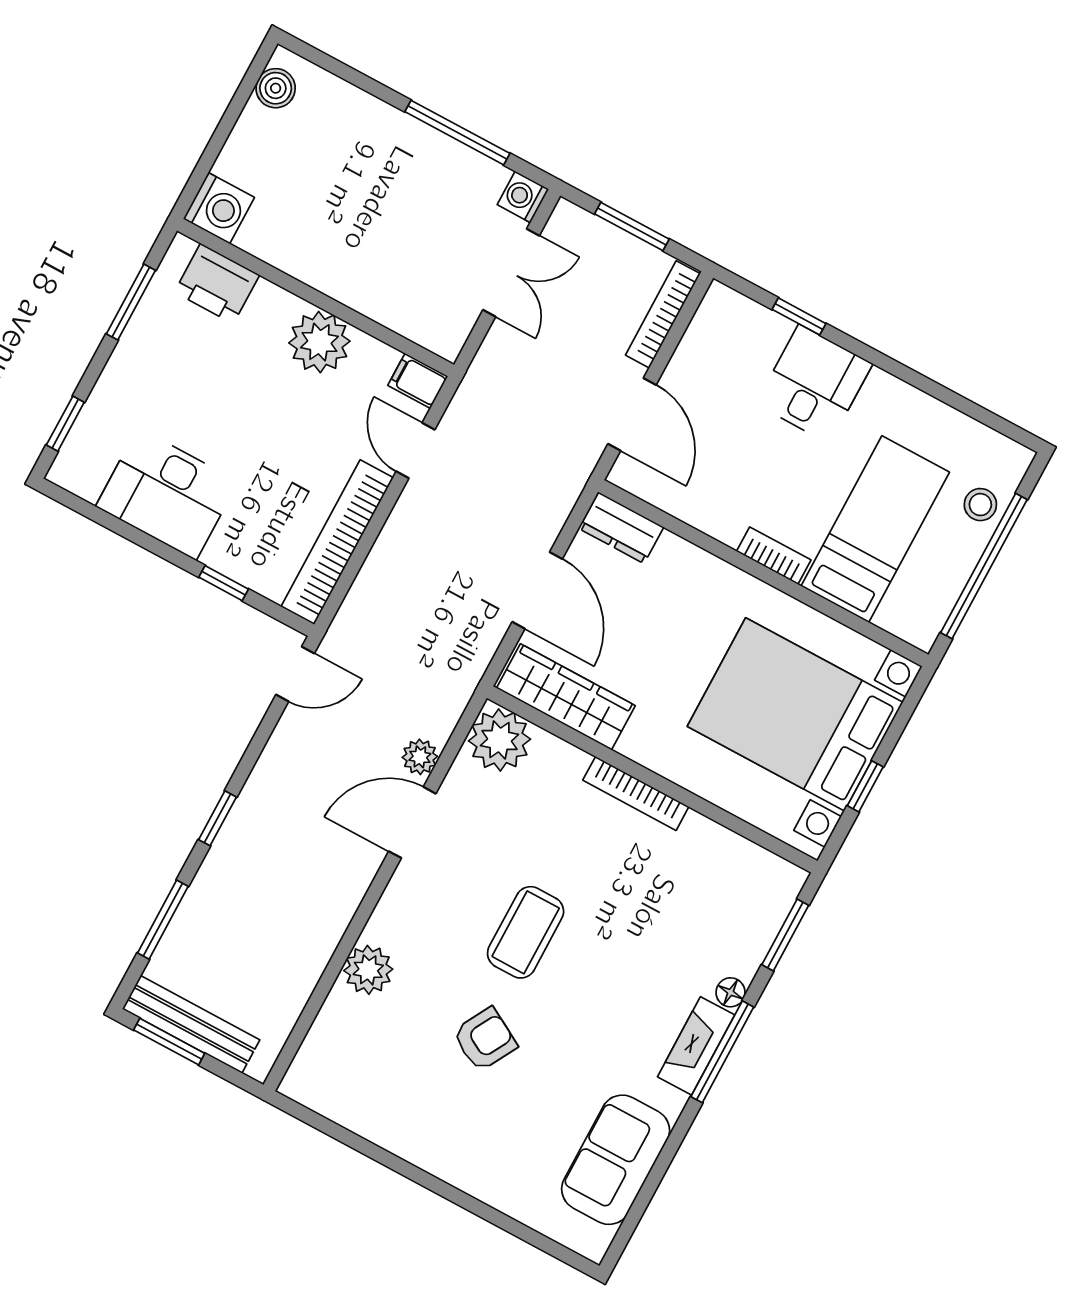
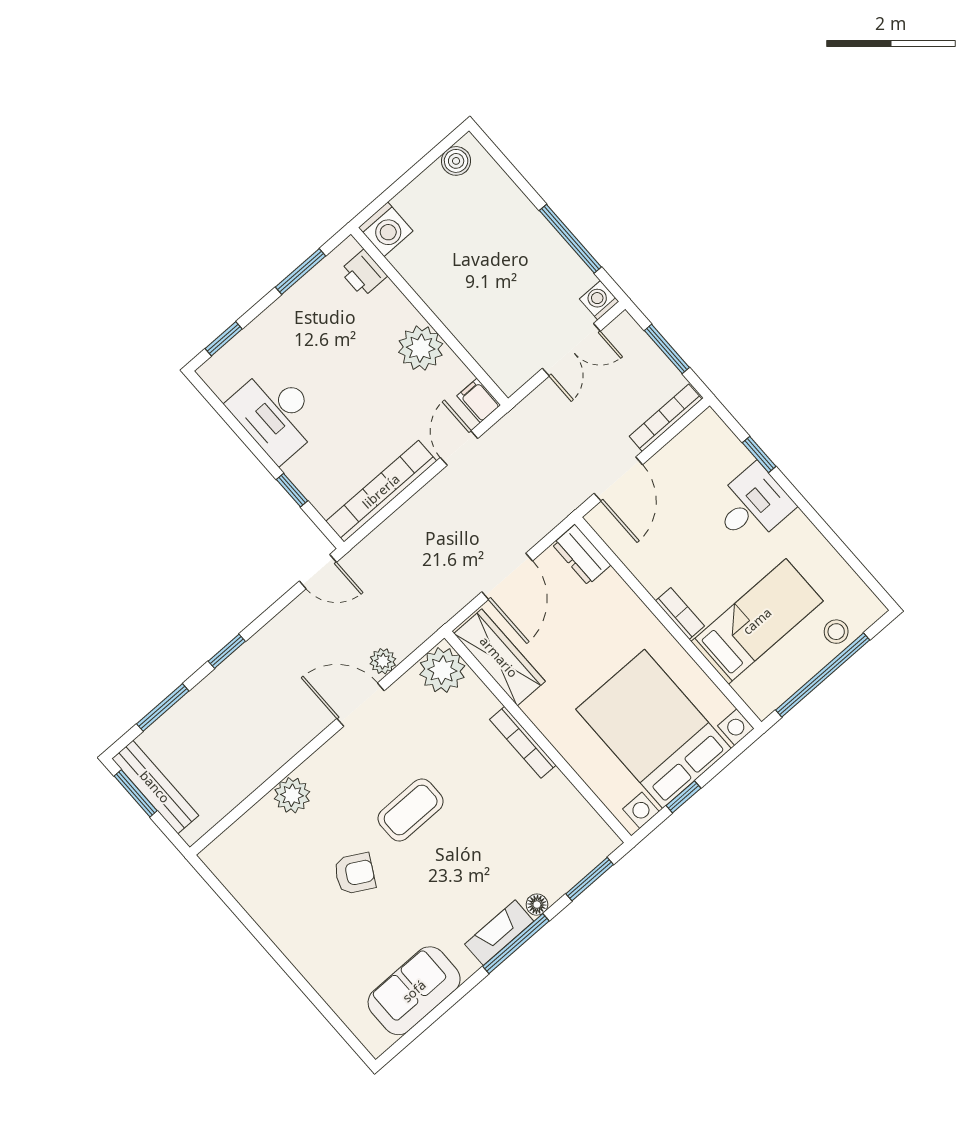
printer: (217, 284) -> (363, 273), width x0.73, depth x0.81

